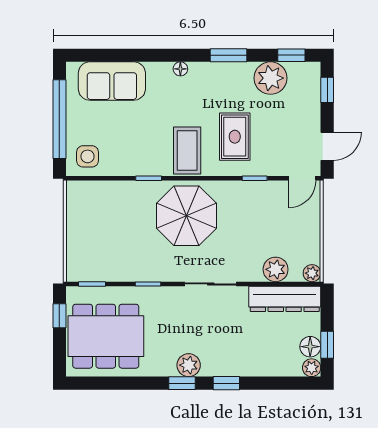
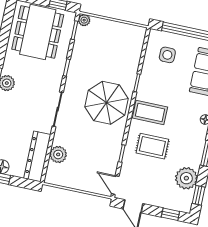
side table: (87, 156) -> (167, 55), moved
plant: (312, 273) -> (84, 20), moved

